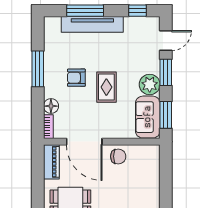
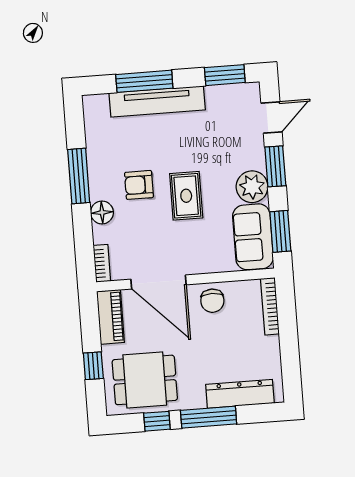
window: (138, 11) -> (225, 75), width x1.50
floor lamp: (51, 106) -> (102, 212), moved
chair: (118, 156) -> (212, 301), turned 90
bookcase: (155, 163) -> (270, 306), added
window: (38, 193) -> (93, 366), added

